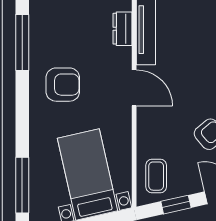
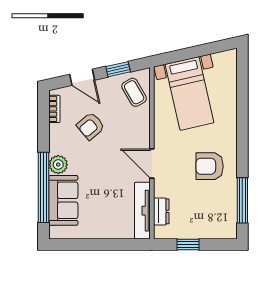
coffee table: (156, 176) -> (134, 92), turned -30
window: (22, 185) -> (242, 85), removed

